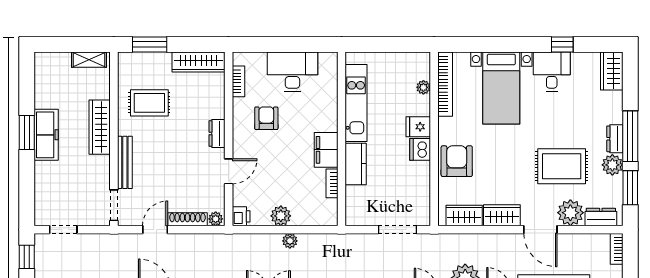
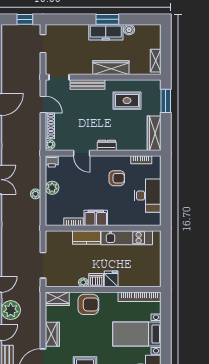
plant: (423, 87) -> (83, 282), moved
boiler: (42, 100) -> (129, 30), added
rug: (149, 103) -> (127, 101), turned 90
wardrobe: (464, 215) -> (57, 299), moved, turned 90

